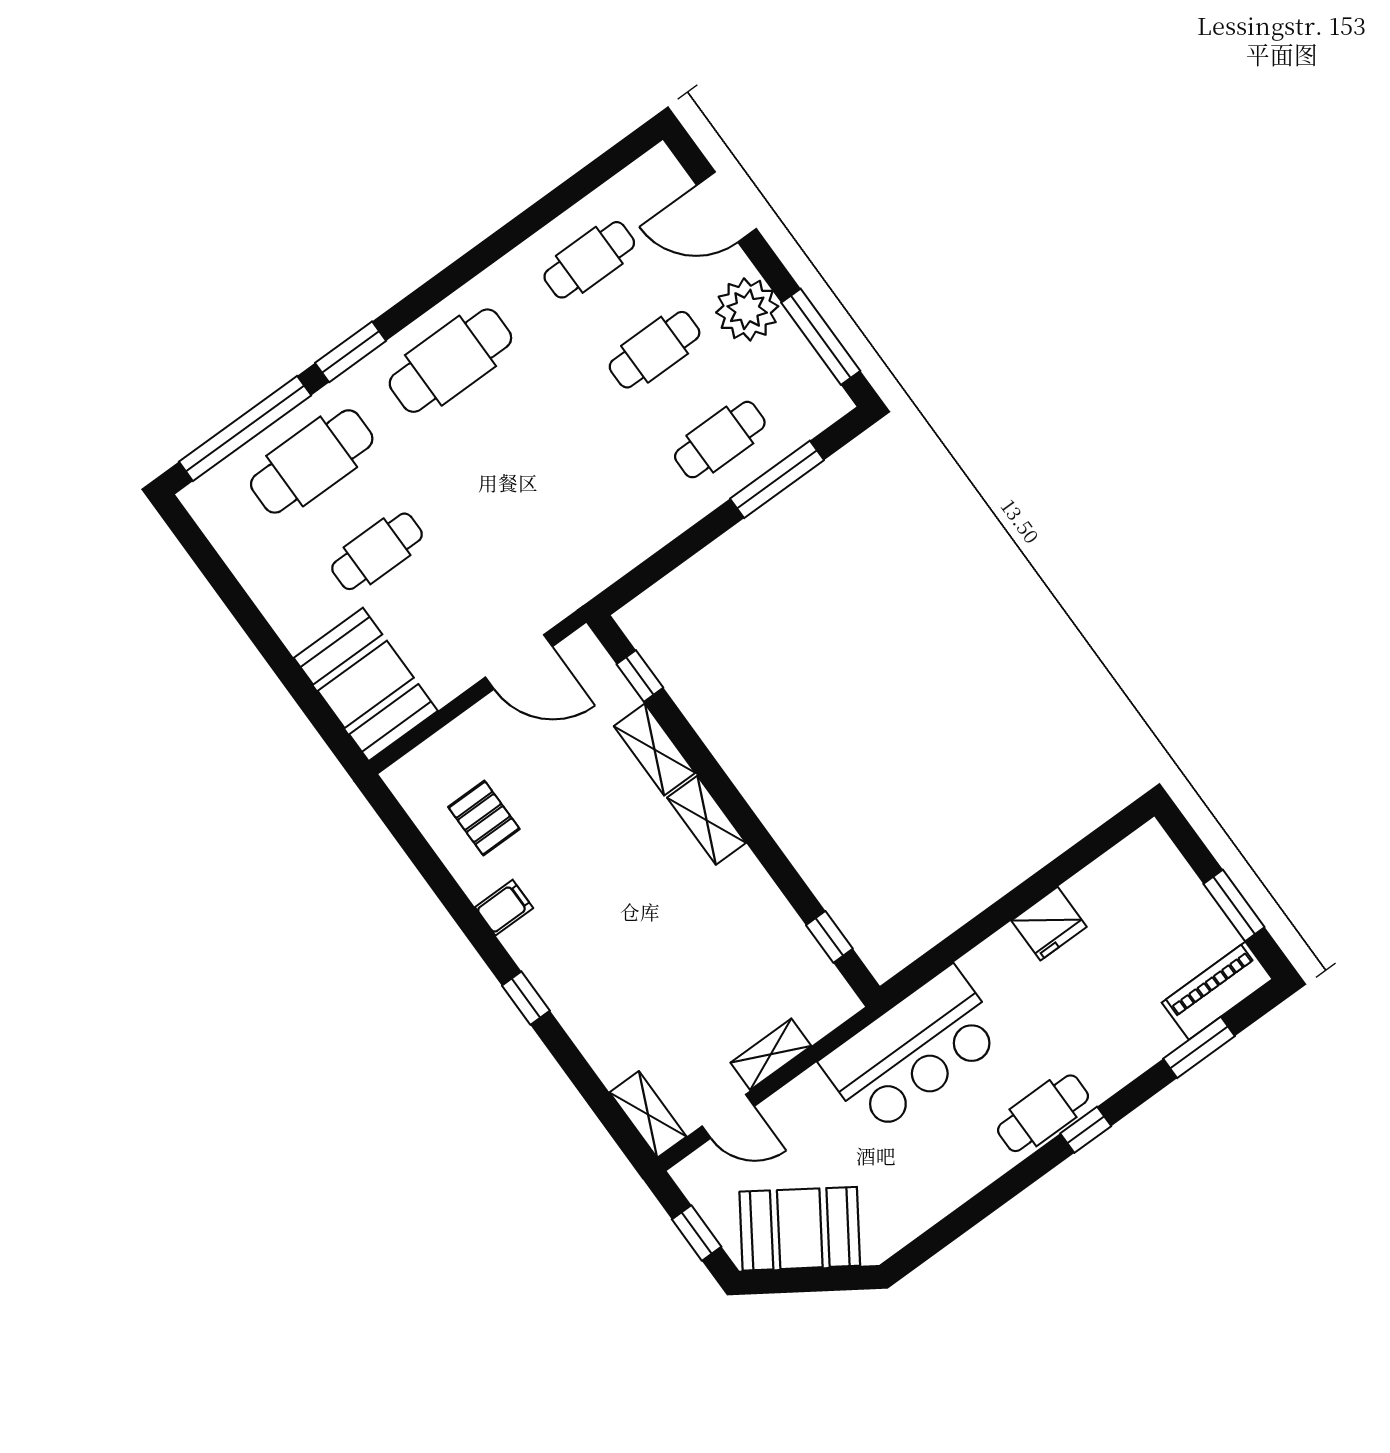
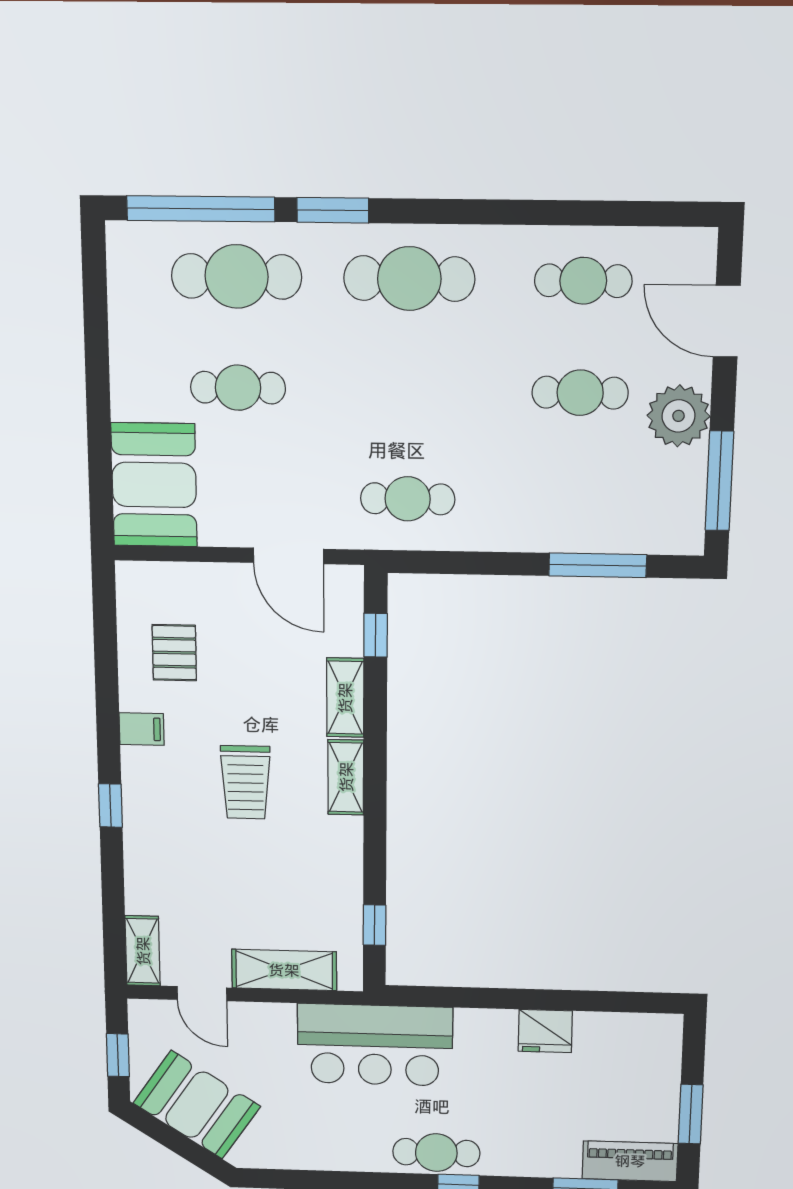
cafe table: (720, 440) -> (408, 499), moved
trolley: (626, 889) -> (246, 782), added
shelving: (771, 1054) -> (284, 970), width x1.50, depth x1.33

